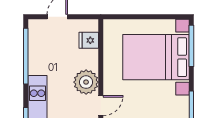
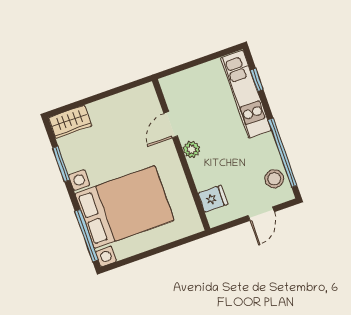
stool: (39, 39) -> (274, 179), added
plant: (86, 82) -> (192, 149), width x0.53, depth x0.53

